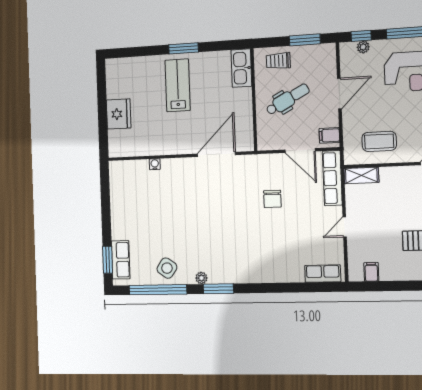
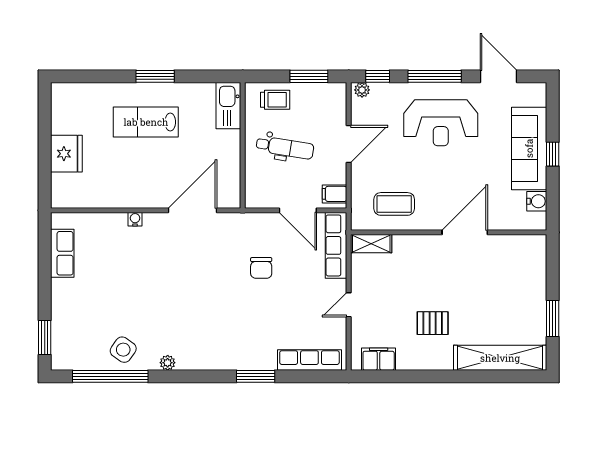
plant: (363, 47) -> (362, 90), moved
trolley: (278, 61) -> (275, 100), turned 180
lab bench: (178, 85) -> (146, 122), turned -90
dental chair: (288, 99) -> (285, 148), turned 37
water cooler: (155, 164) -> (135, 219), moved
row of seats: (121, 260) -> (62, 253), moved
filing cabinet: (371, 272) -> (379, 359), width x2.00
row of seats: (323, 274) -> (309, 360), width x1.48
window: (218, 289) -> (256, 376), moved

